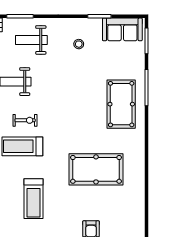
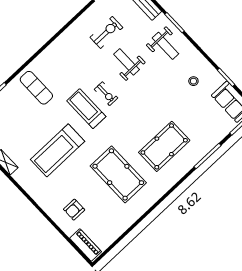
weight bench: (31, 40) -> (165, 46), turned 180
pool table: (121, 104) -> (164, 146), moved
treadmill: (34, 199) -> (58, 150), width x1.37, depth x1.38

